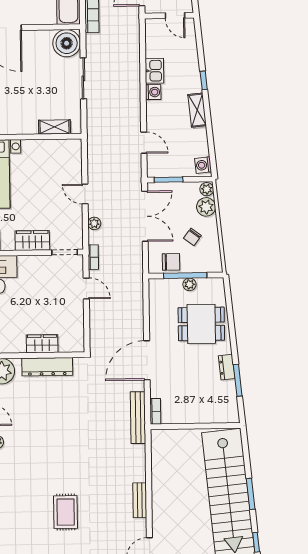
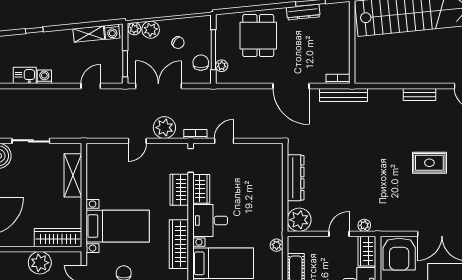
shelving: (197, 110) -> (89, 34), moved
shelving: (54, 127) -> (73, 175), width x1.50, depth x1.33
plant: (94, 223) -> (164, 128), width x1.87, depth x1.87
plant: (189, 284) -> (222, 66), moved
wardrobe: (42, 344) -> (201, 189), moved, turned 180
dresser: (227, 367) -> (303, 12), width x1.44

